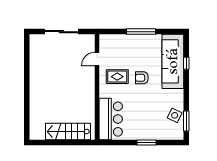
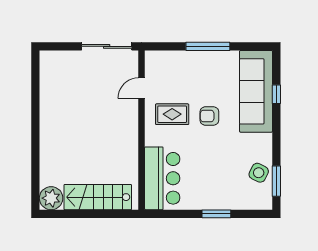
sliding door: (61, 32) -> (107, 46), moved
plant: (37, 132) -> (51, 198), added

